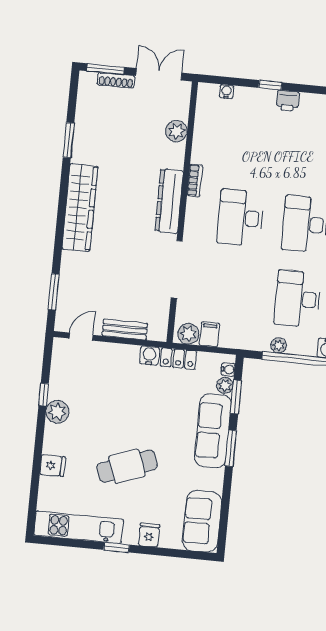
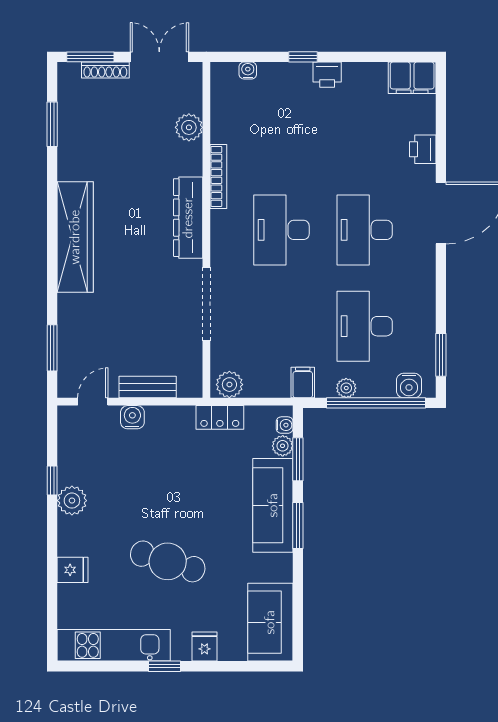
window: (69, 140) -> (52, 124), moved
bookcase: (195, 180) -> (218, 176), width x1.56
filing cabinet: (209, 334) -> (303, 382), moved
water cooler: (149, 355) -> (132, 417), moved
cafe table: (127, 466) -> (168, 561), turned 37

